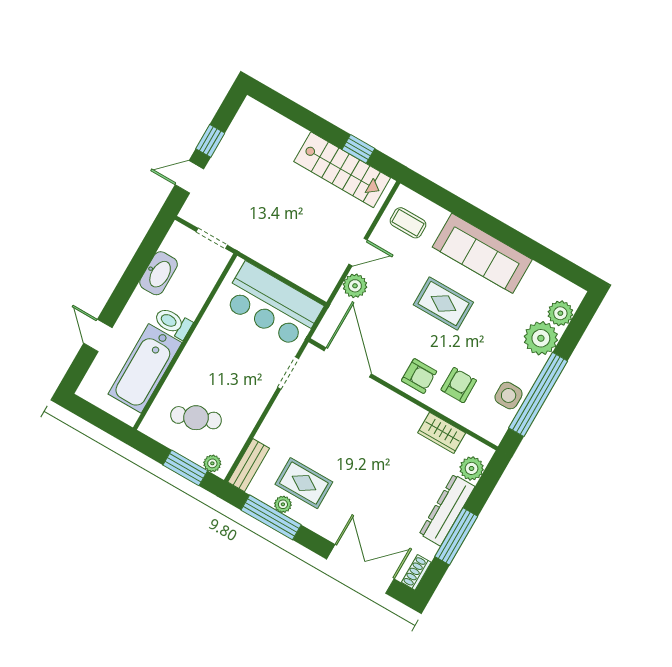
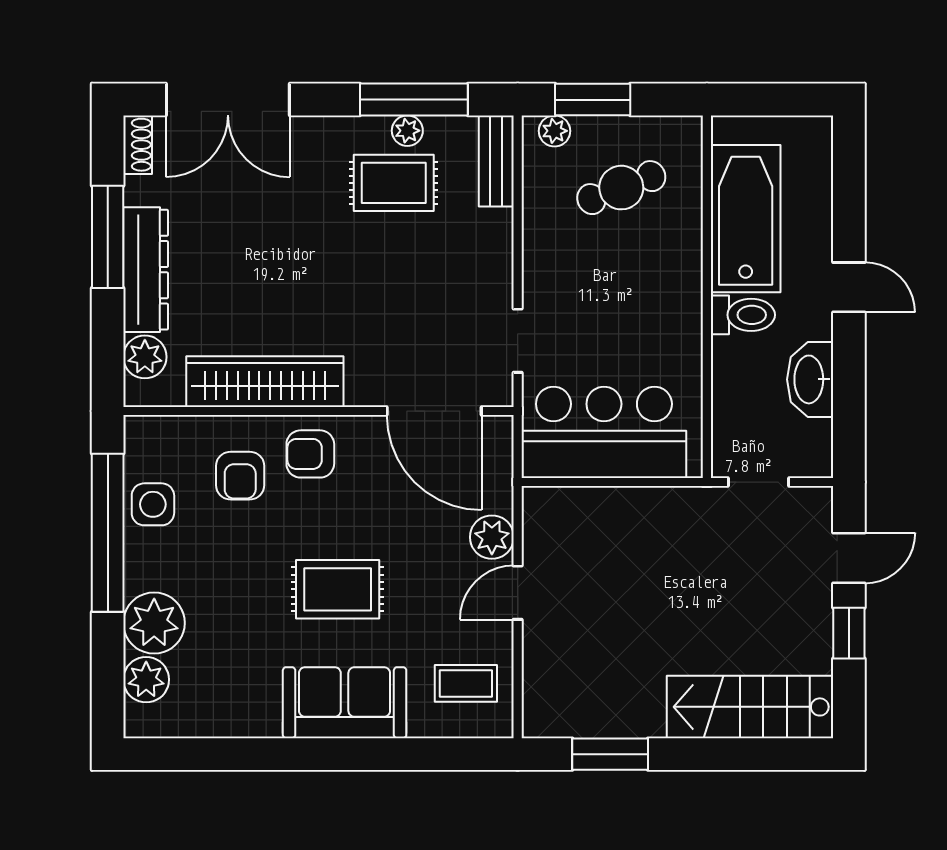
window: (358, 149) -> (610, 754), width x1.50
stairs: (342, 170) -> (750, 707), moved
sofa: (482, 253) -> (345, 703), width x0.73
door: (98, 335) -> (849, 287), moved
wardrobe: (442, 433) -> (265, 382), width x2.10, depth x1.17

